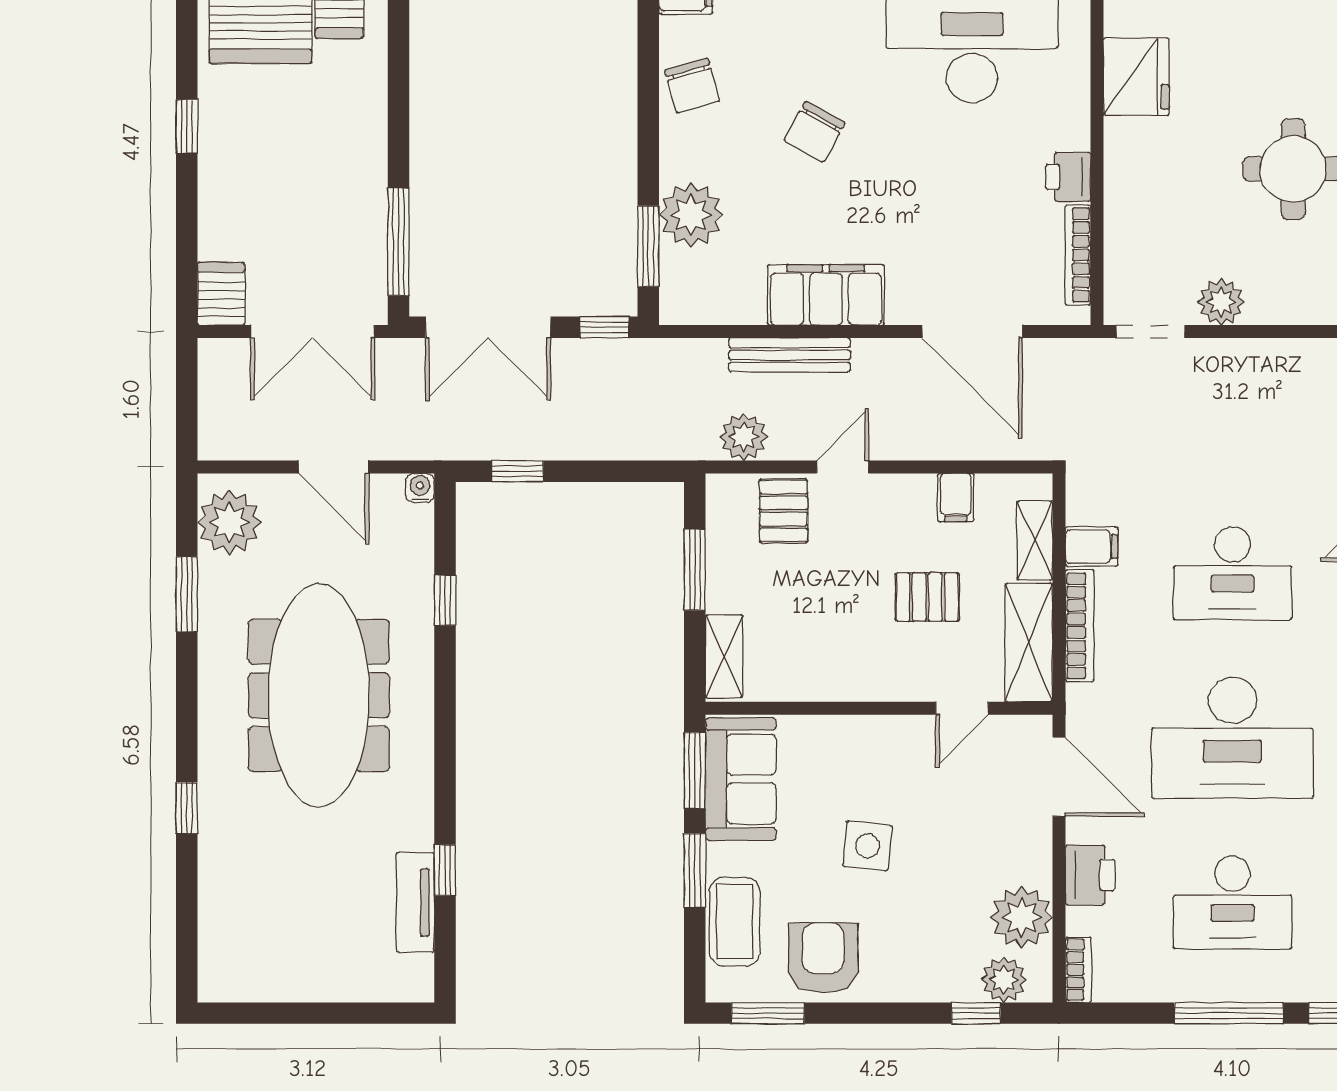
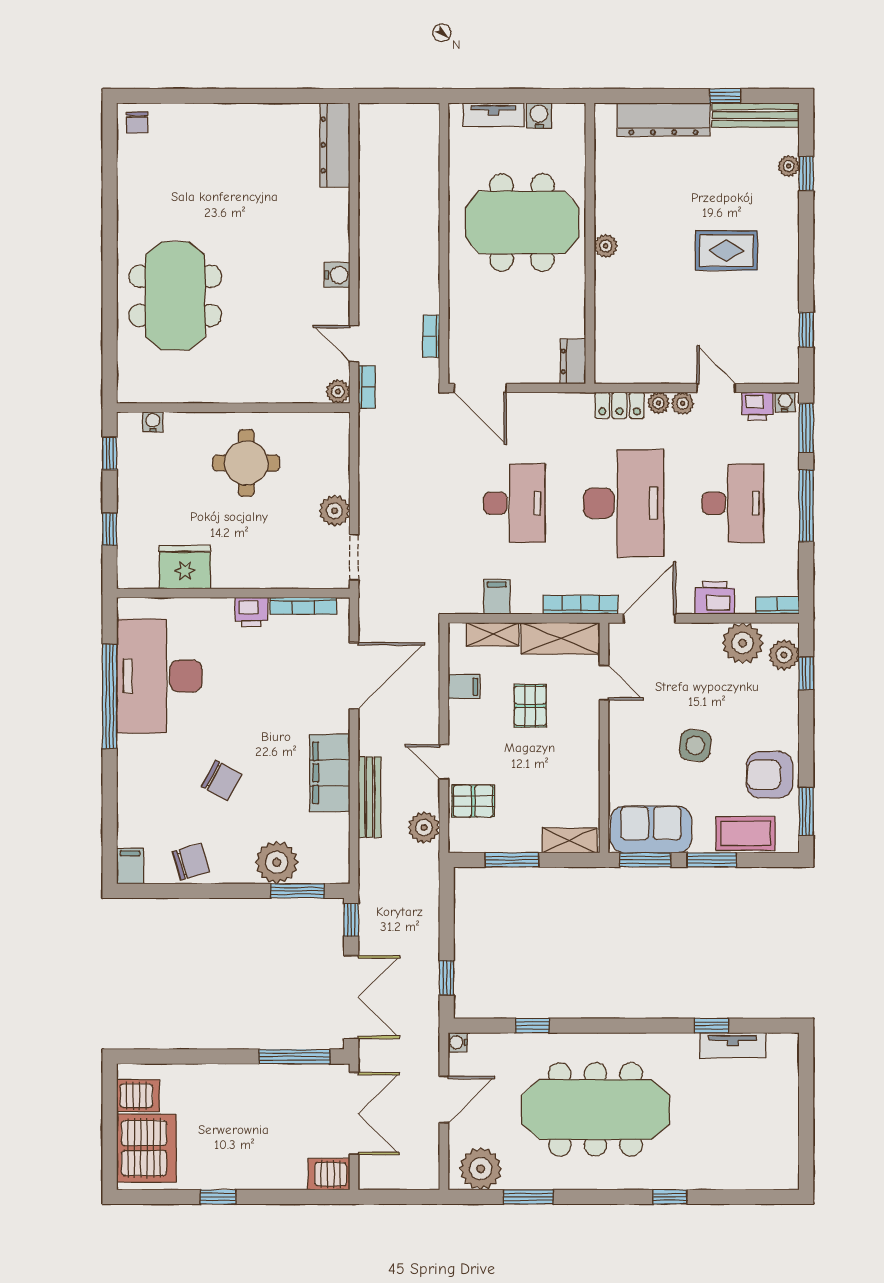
bookcase: (1080, 626) -> (581, 605), moved

